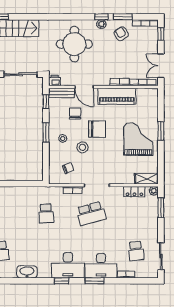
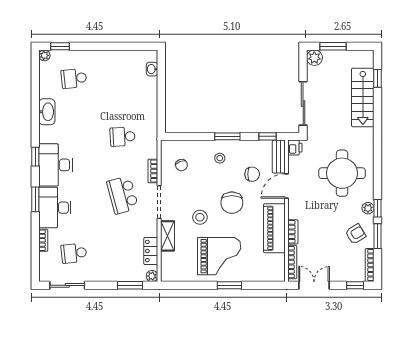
stool: (82, 147) -> (200, 217), moved
shelving: (146, 179) -> (167, 236), moved

